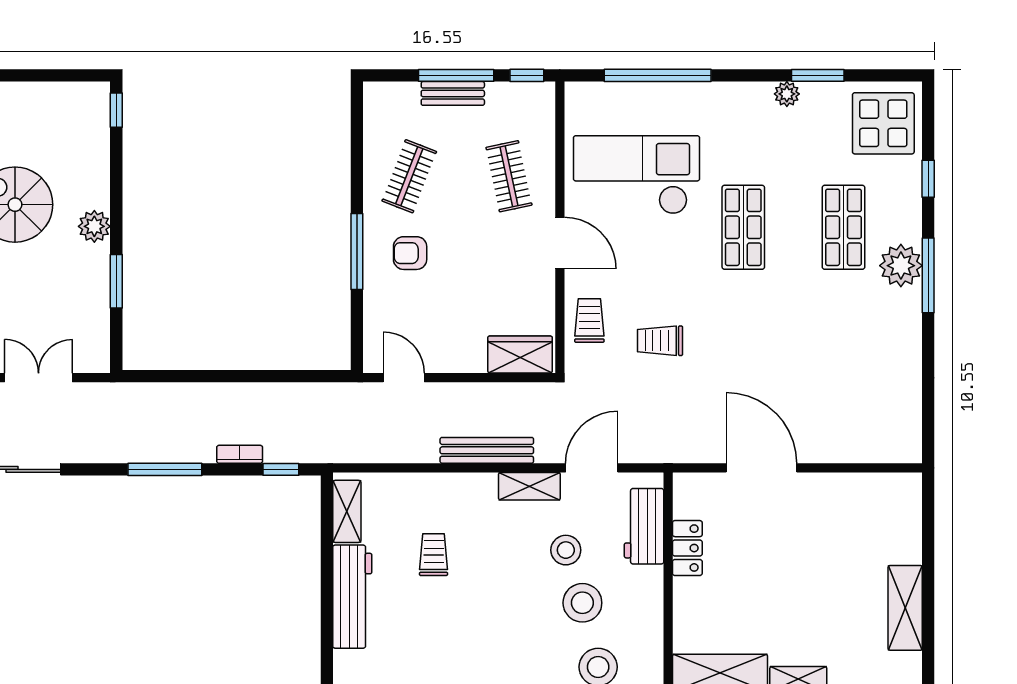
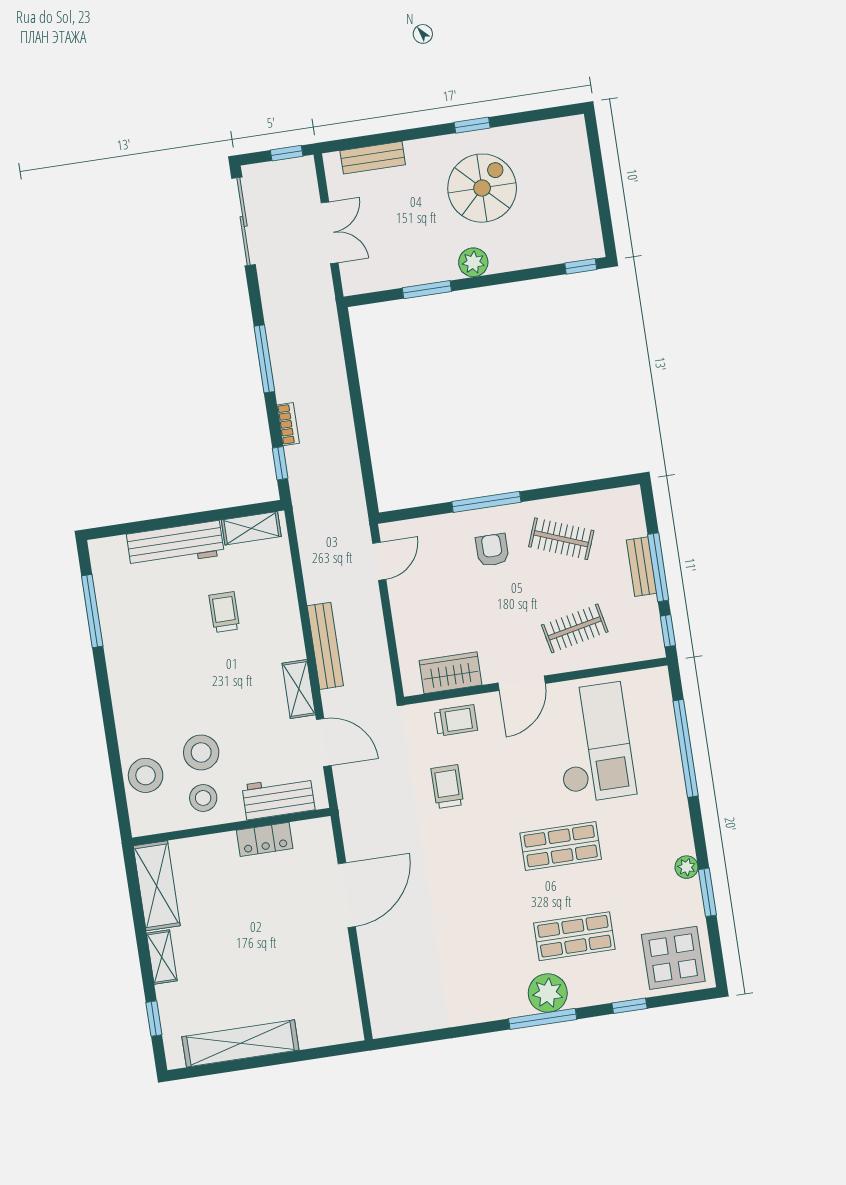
wardrobe: (520, 355) -> (451, 673), moved, turned -90
stool: (566, 550) -> (203, 798), moved
trolley: (434, 555) -> (224, 612), turned -90
shelving: (905, 608) -> (240, 1043), width x1.47

